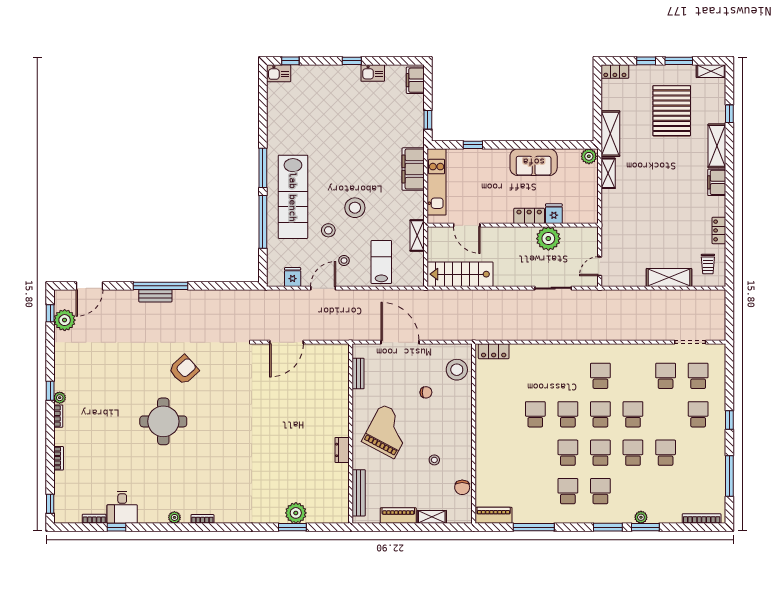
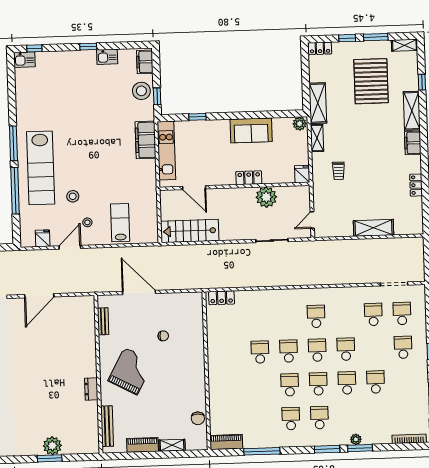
stool: (355, 208) -> (141, 91), moved
fridge: (554, 214) -> (302, 174), moved
shelving: (417, 235) -> (151, 198), removed
trolley: (708, 264) -> (339, 171), moved
stool: (457, 370) -> (190, 315), removed
stool: (434, 460) -> (173, 395), removed

